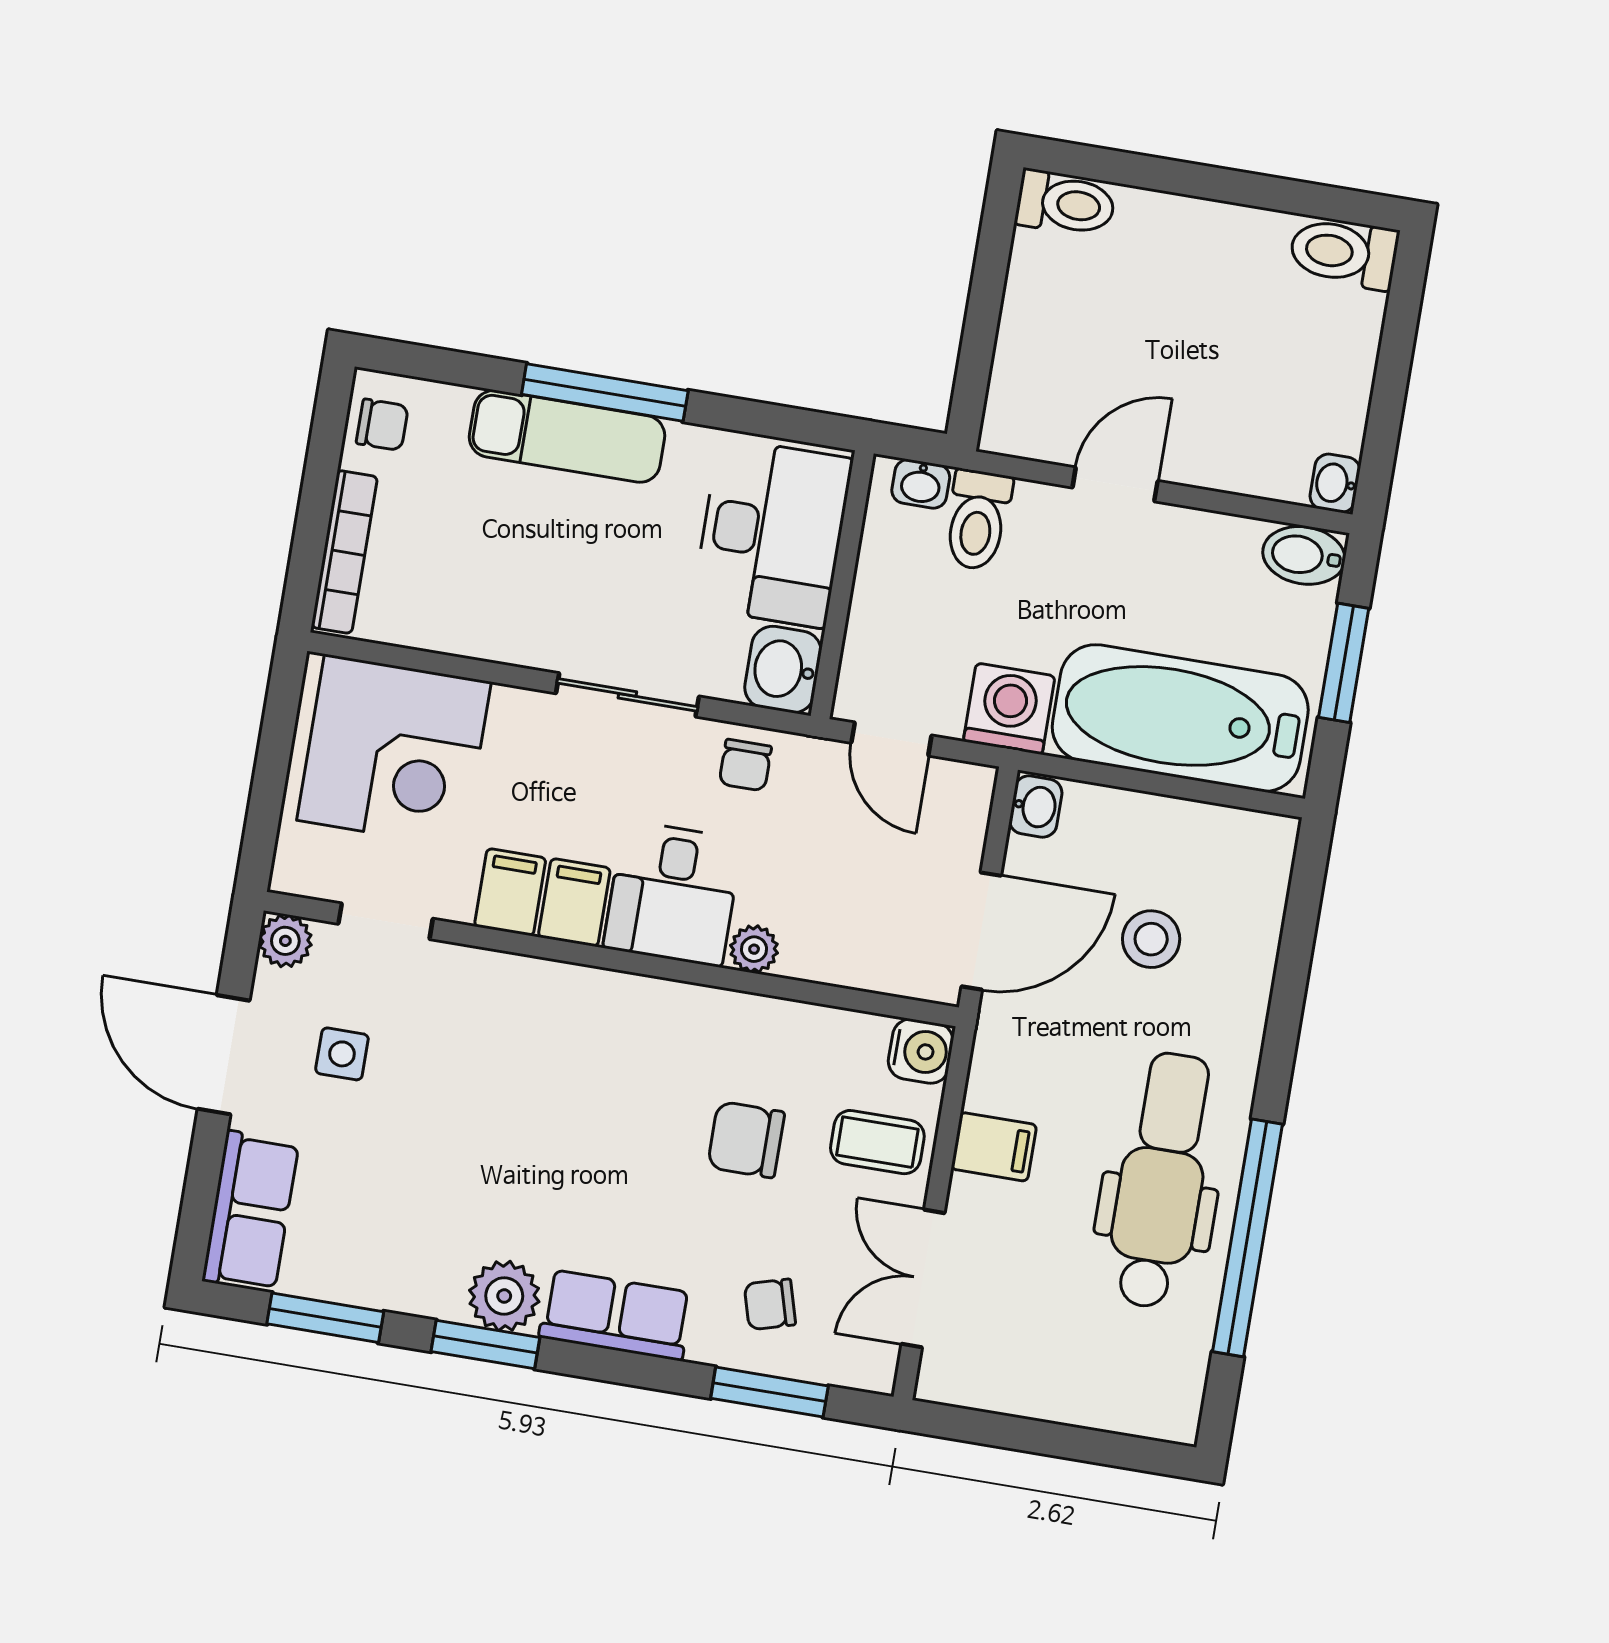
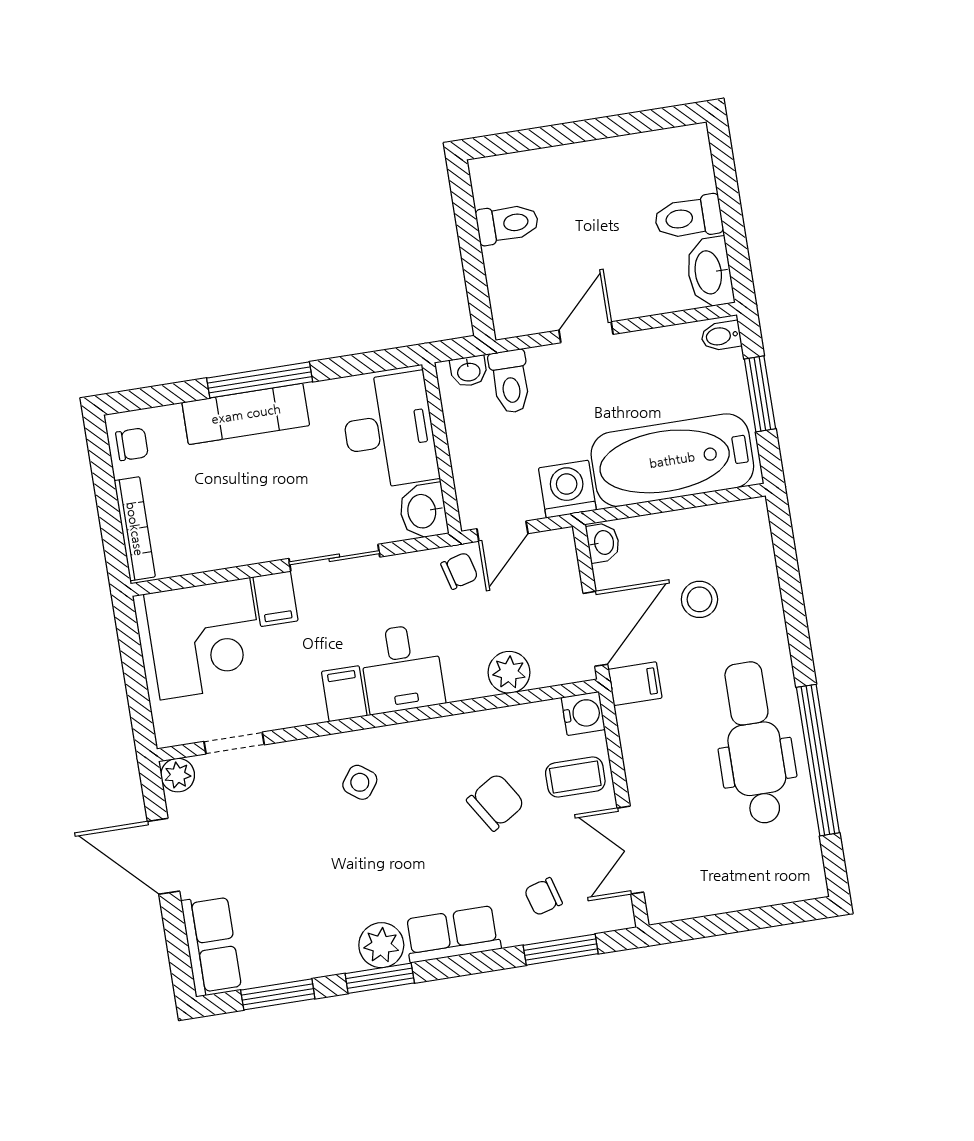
toilet: (1065, 204) -> (507, 224), moved
toilet: (1344, 253) -> (688, 218), moved
washbasin: (1335, 483) -> (710, 272), width x1.91, depth x1.45
bidet: (1304, 555) -> (721, 336), width x0.72, depth x0.74
door: (891, 739) -> (502, 531), hinge flipped
chair: (745, 765) -> (459, 571), moved, turned -105
filing cabinet: (510, 892) -> (275, 599), moved, turned 180
plant: (754, 949) -> (509, 672), moved, width x1.38, depth x1.38
side table: (342, 1054) -> (360, 782), moved, turned 36
chair: (746, 1140) -> (496, 802), turned 148
filing cabinet: (994, 1147) -> (635, 684), moved

